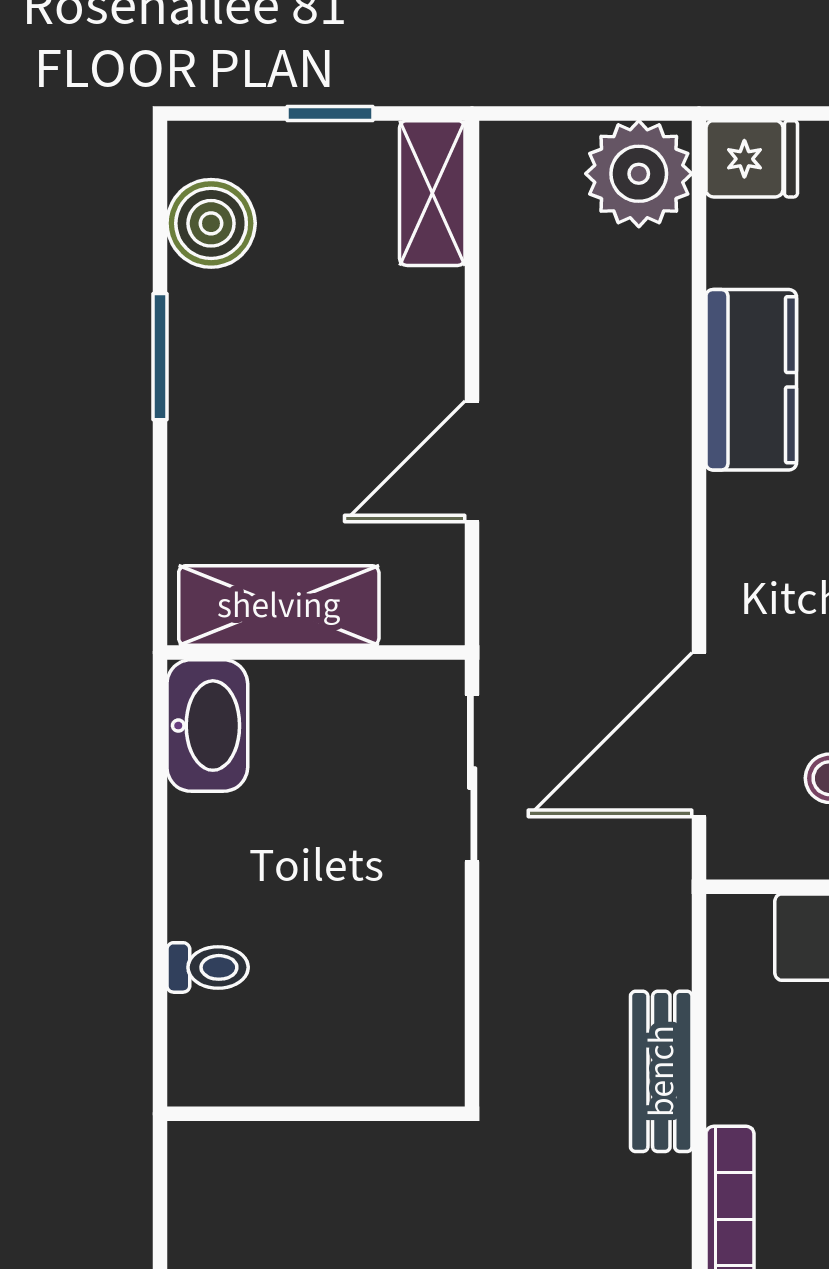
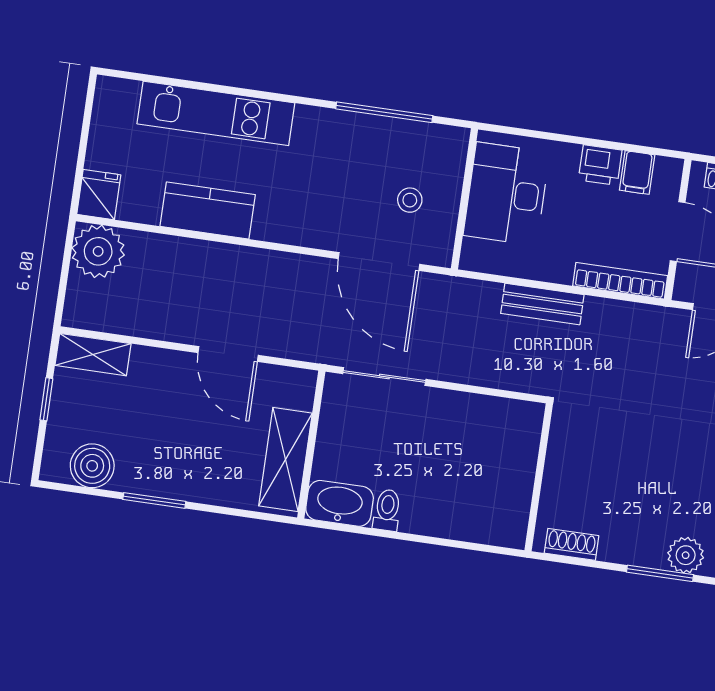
toilet: (208, 967) -> (387, 510), moved
shoe rack: (192, 1198) -> (572, 544), added

